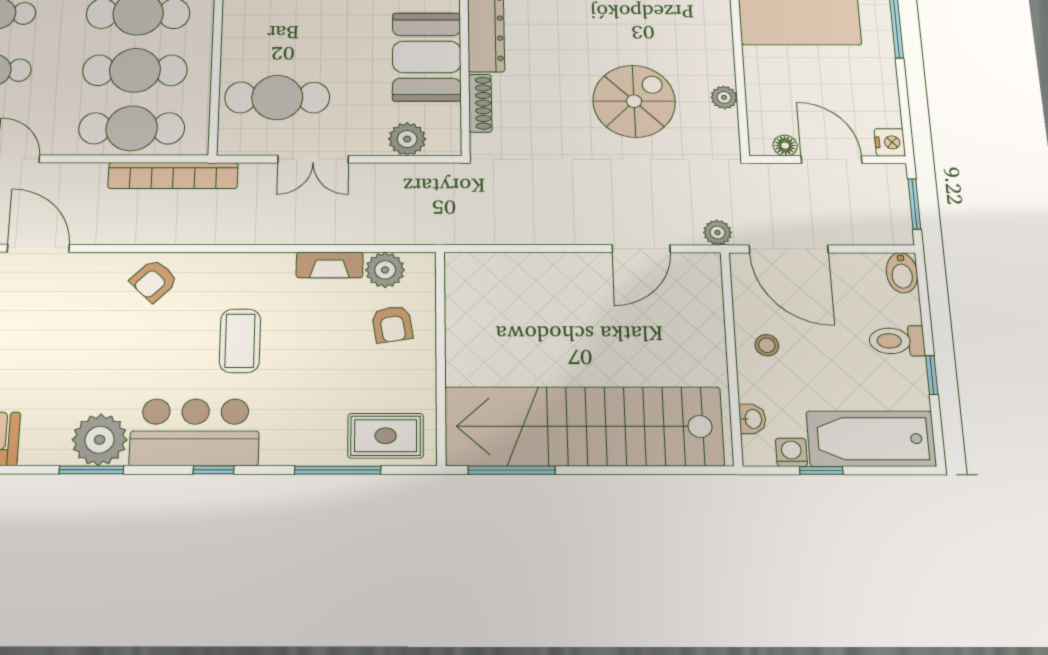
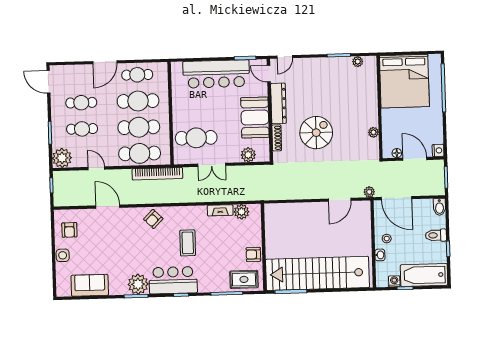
spiral stairs: (634, 101) -> (316, 133), moved
armchair: (392, 324) -> (253, 254), moved, turned 99
washbasin: (752, 419) -> (380, 255), moved

